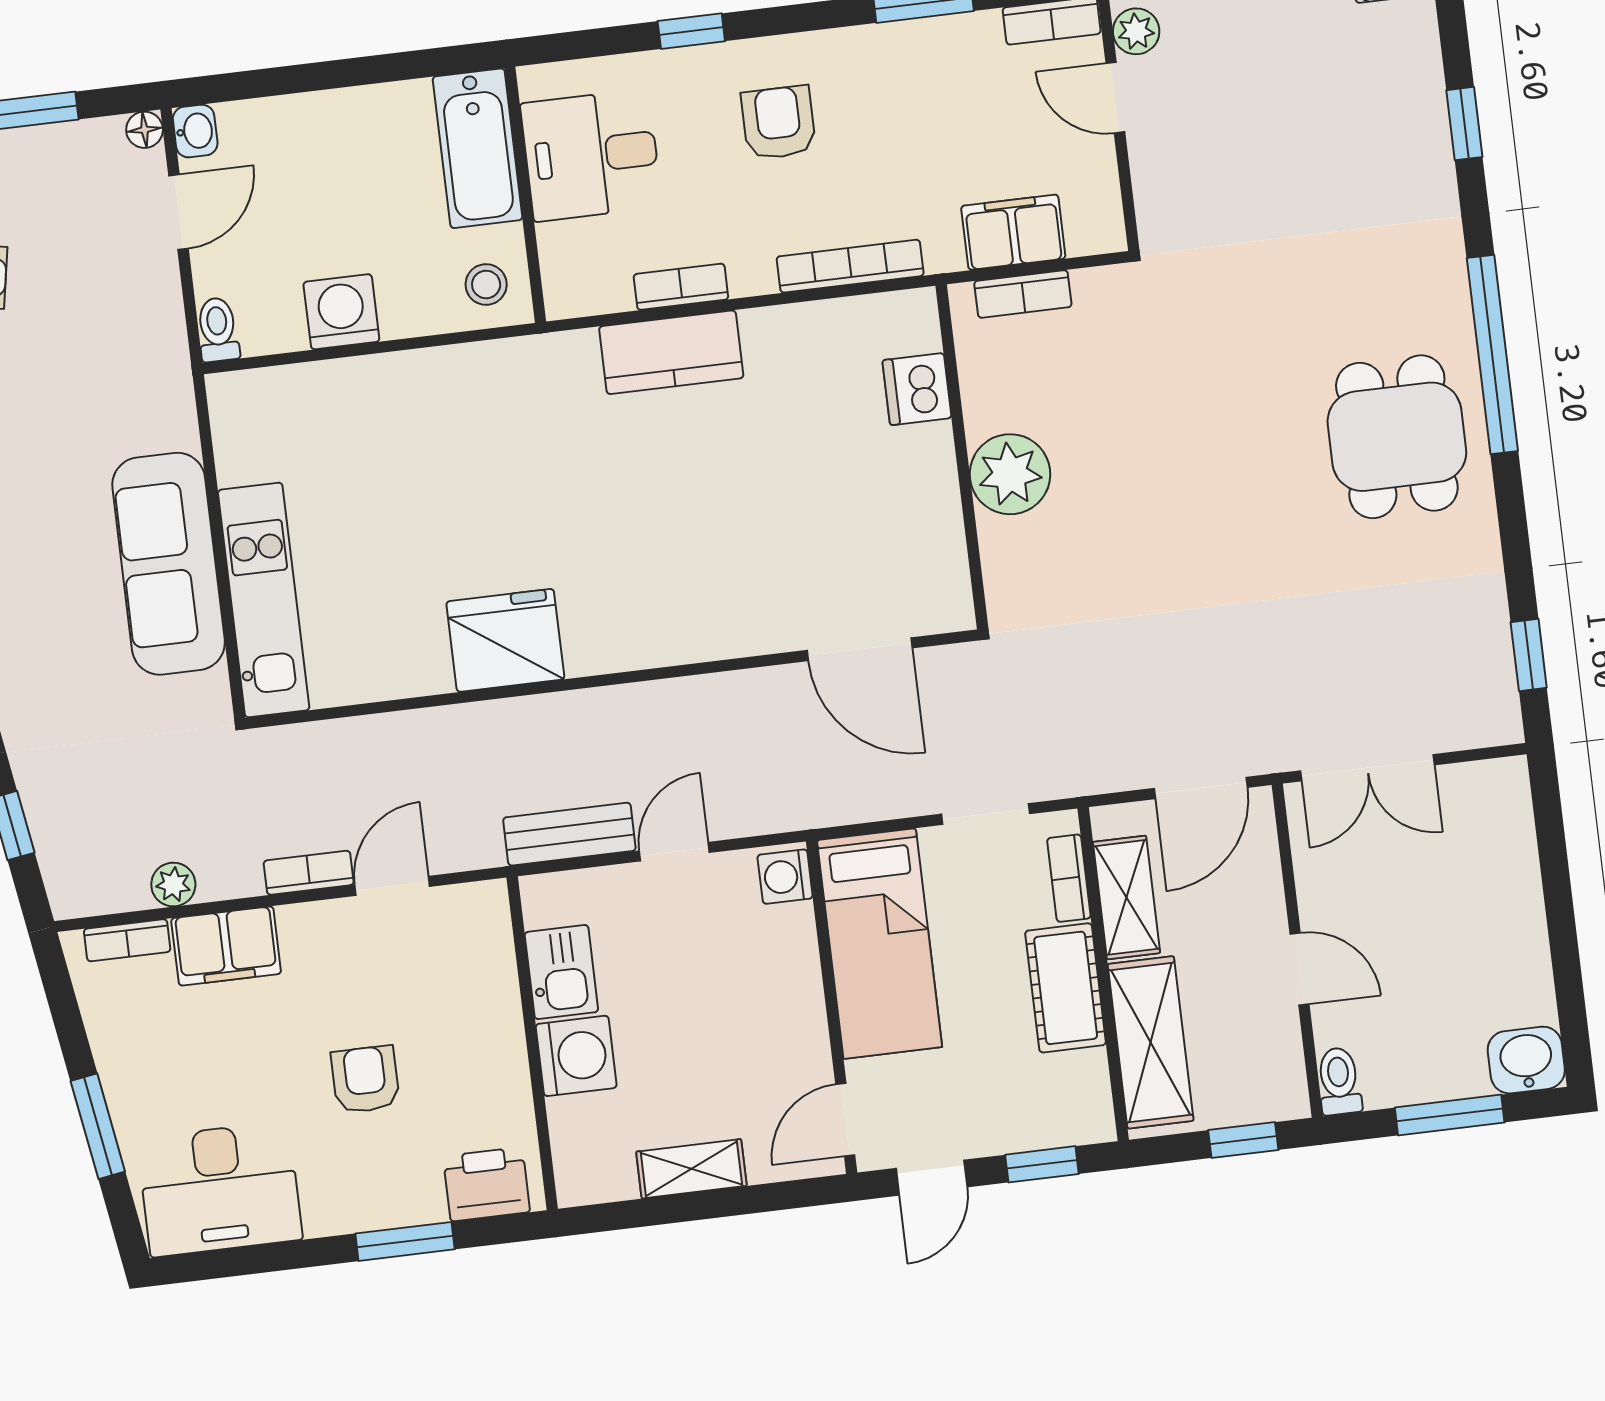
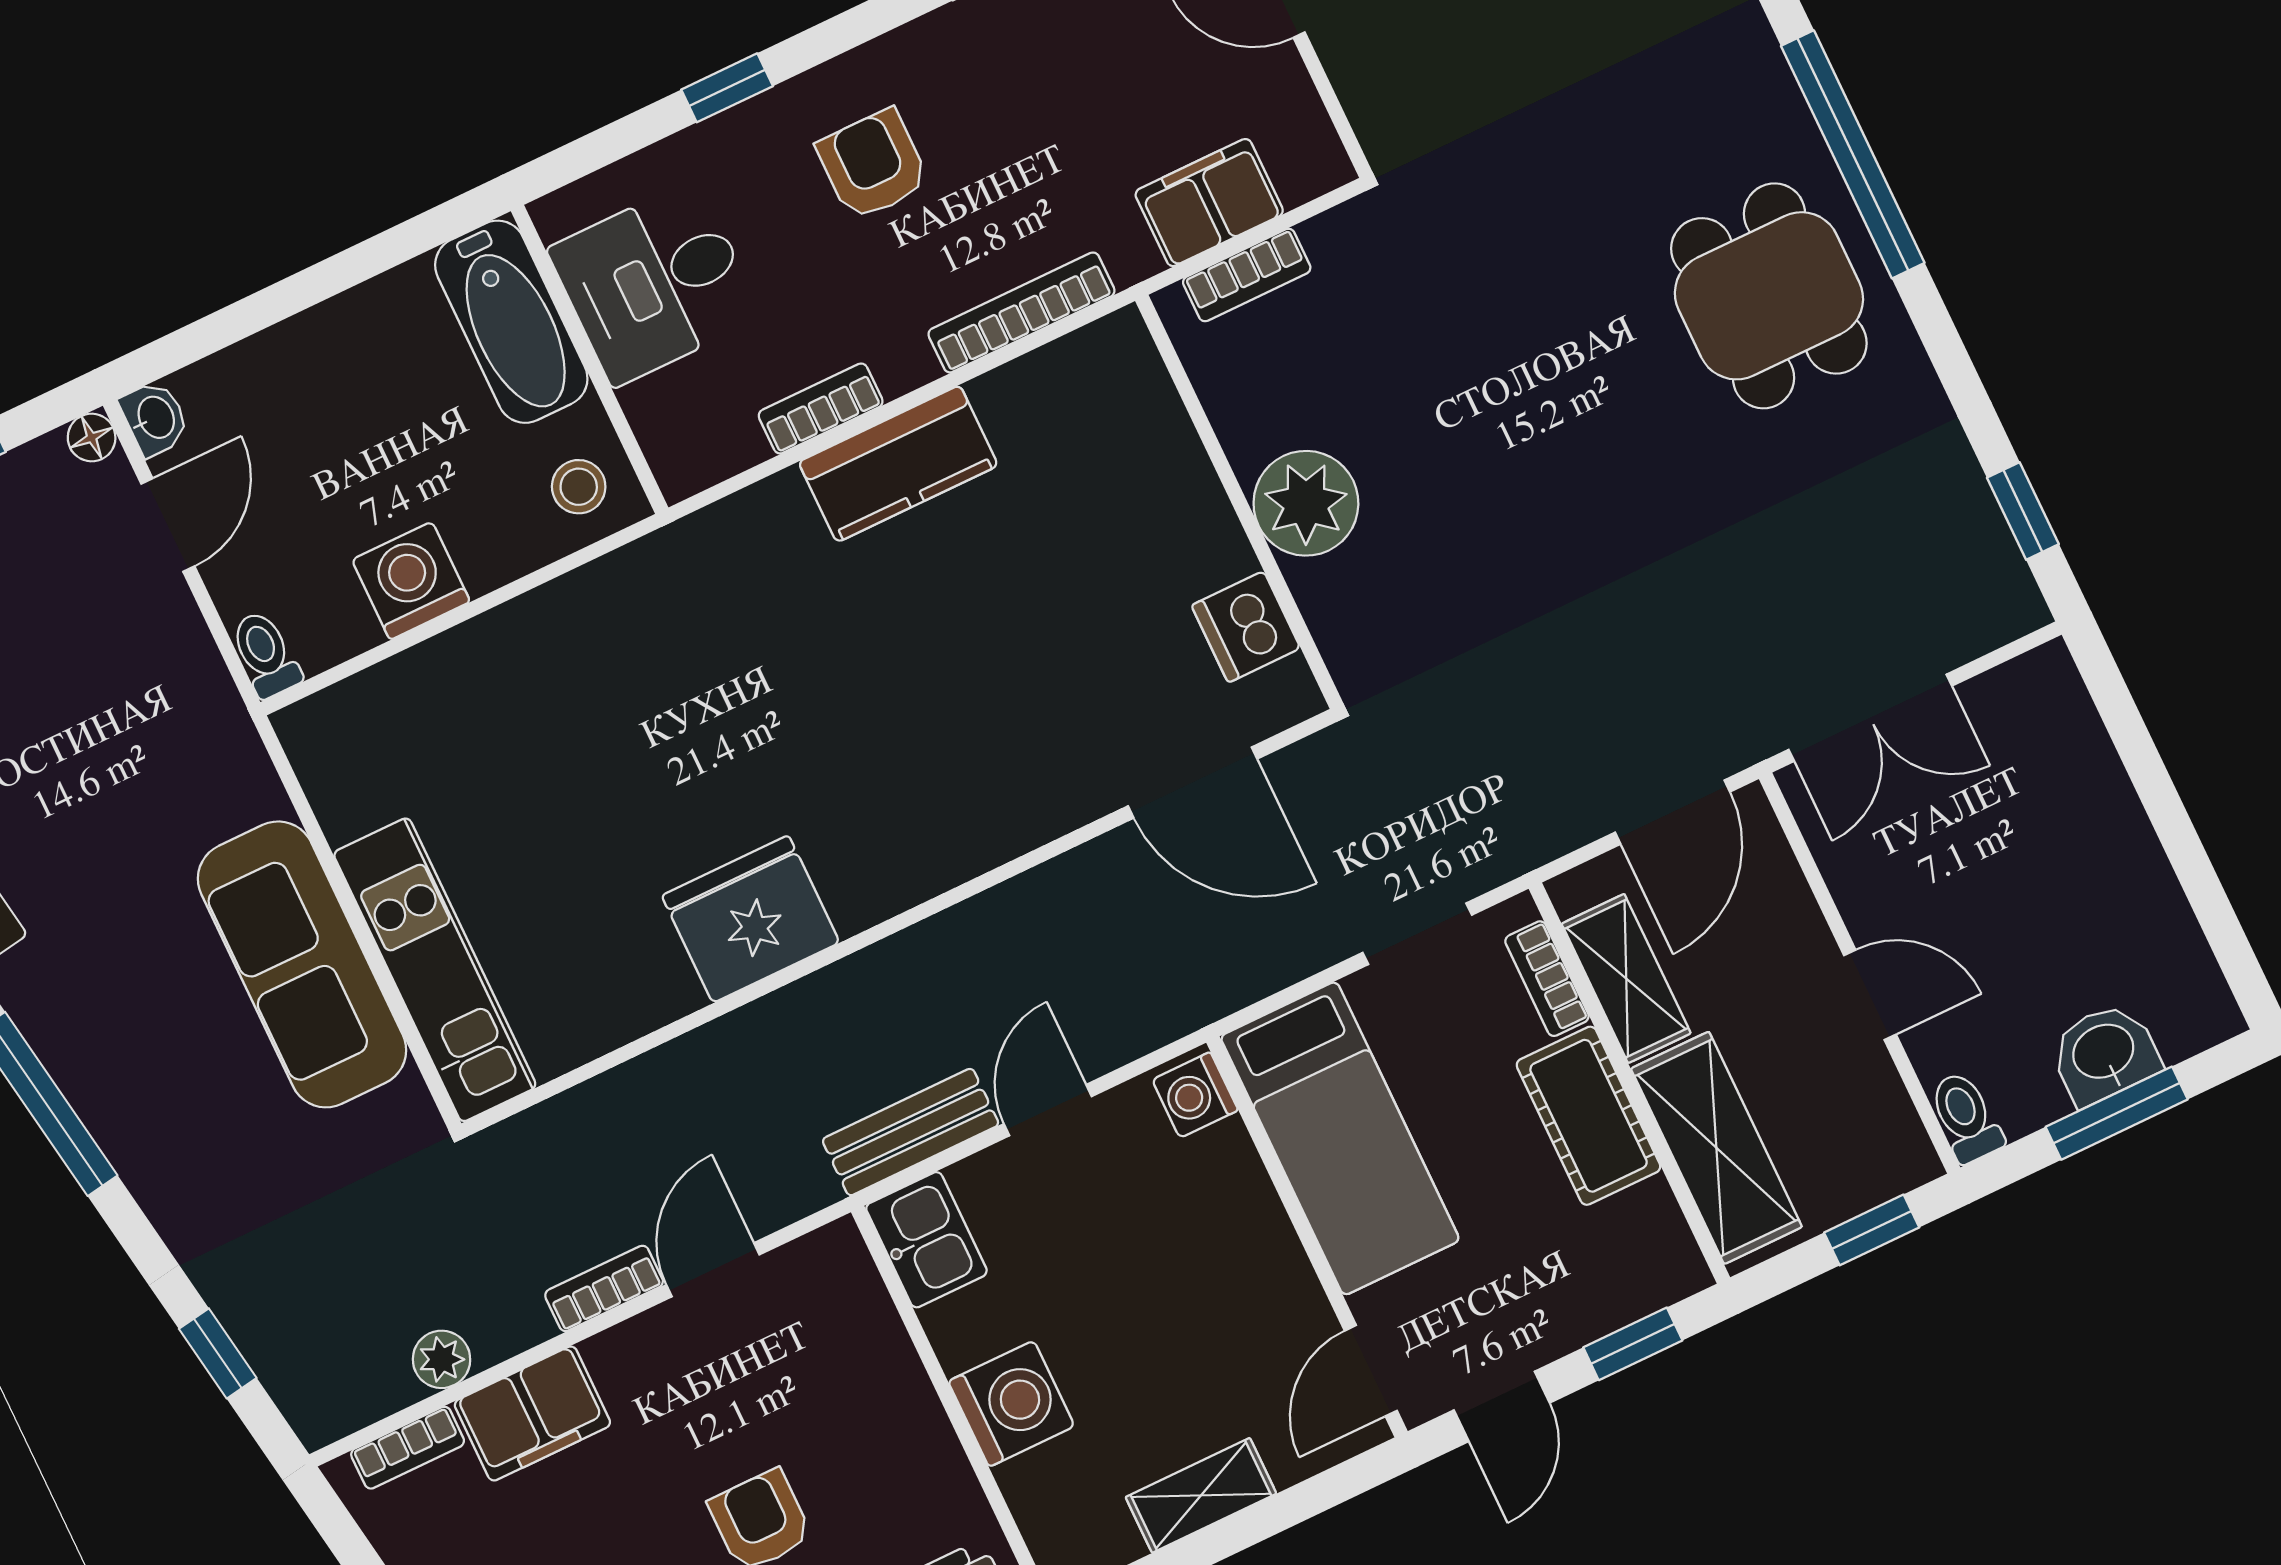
kitchen counter: (671, 352) -> (898, 464), moved
dishwasher: (917, 389) -> (1246, 627), moved
kitchen sink: (561, 972) -> (926, 1240), moved
washbasin: (1526, 1060) -> (2104, 1053), moved

